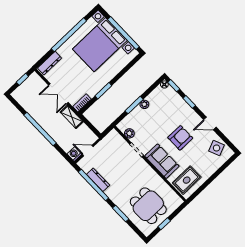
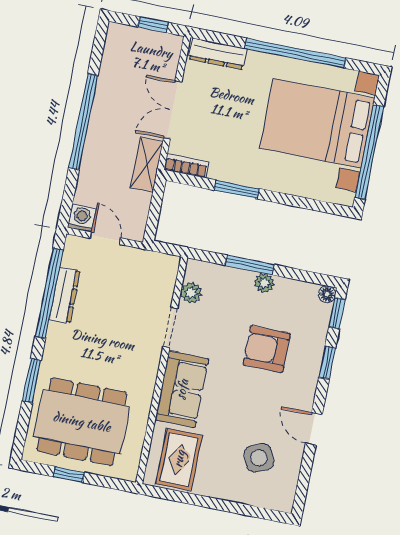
armchair: (180, 138) -> (267, 349), moved, turned 180
side table: (217, 148) -> (259, 458), moved
rug: (187, 180) -> (179, 459), turned 90
dining table: (148, 206) -> (82, 422), width x1.38

